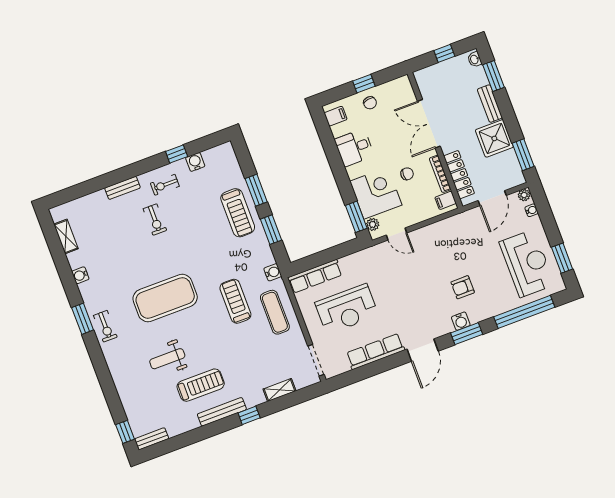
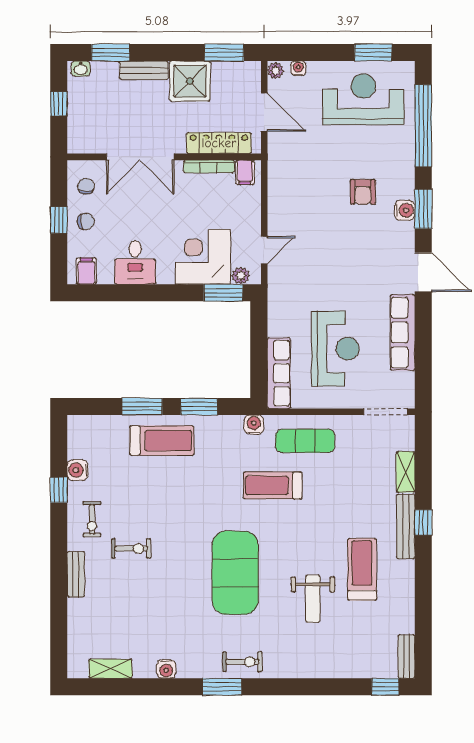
chair: (407, 174) -> (86, 186), moved
bench: (222, 412) -> (406, 526), moved

